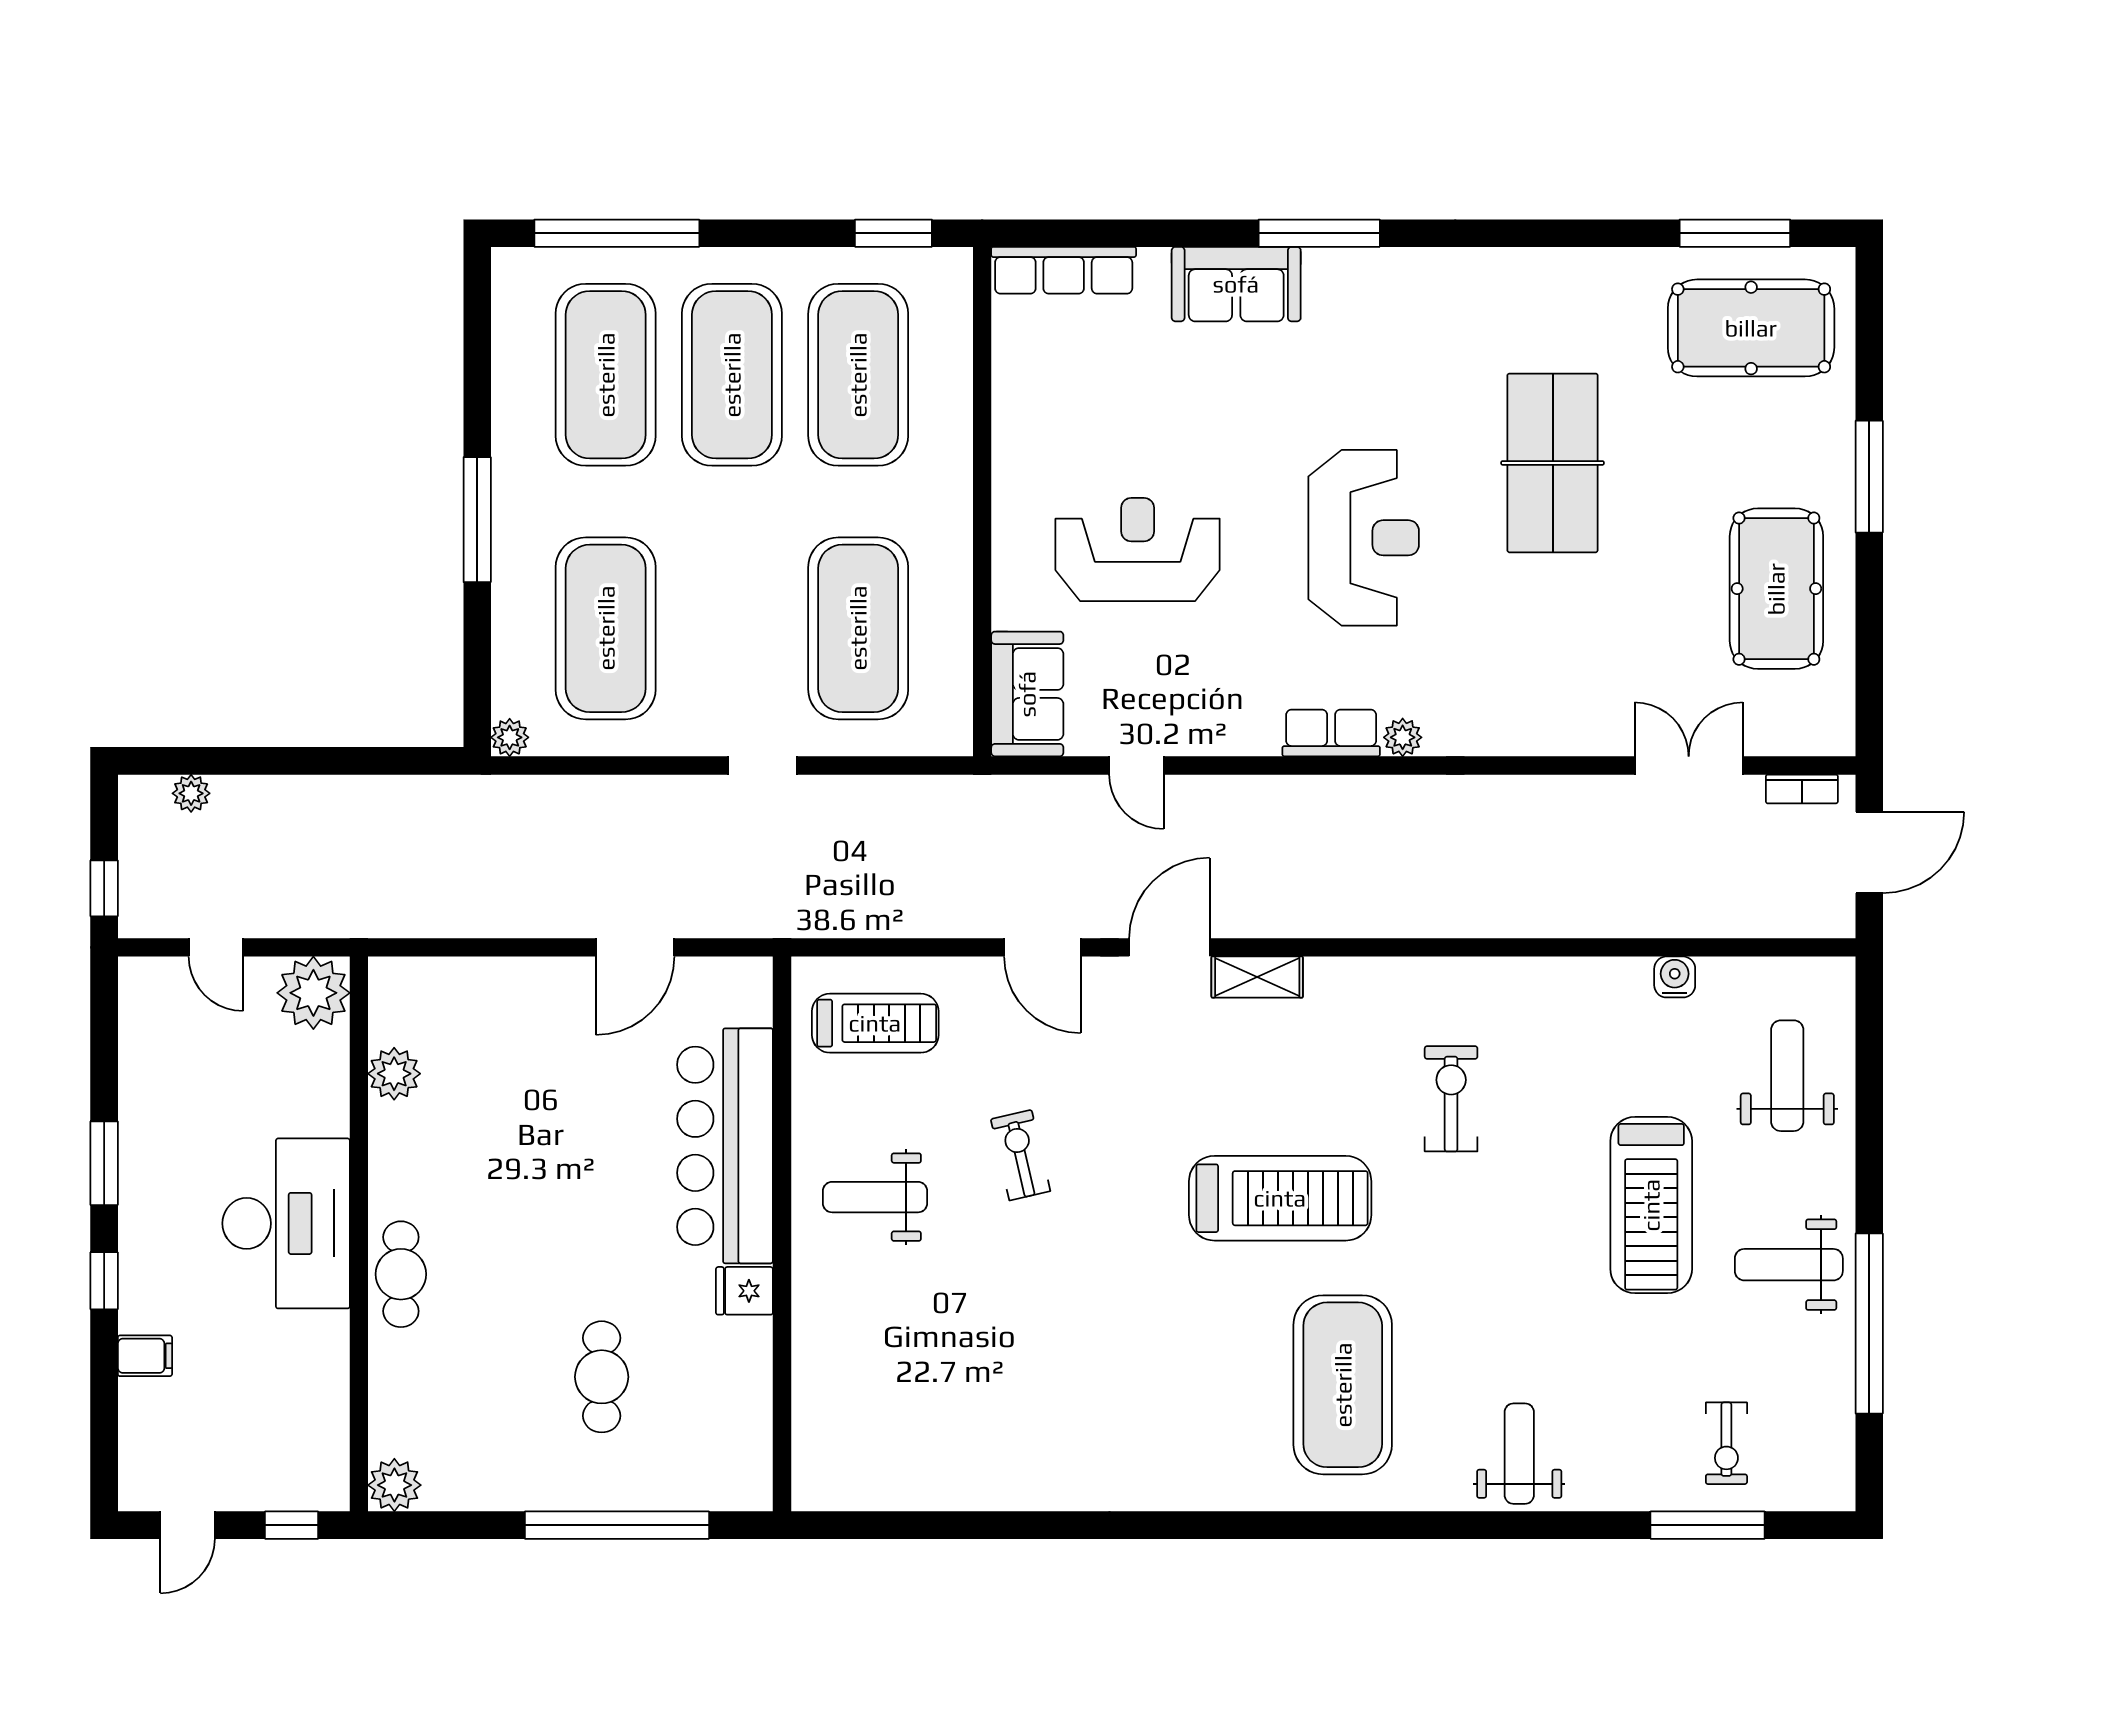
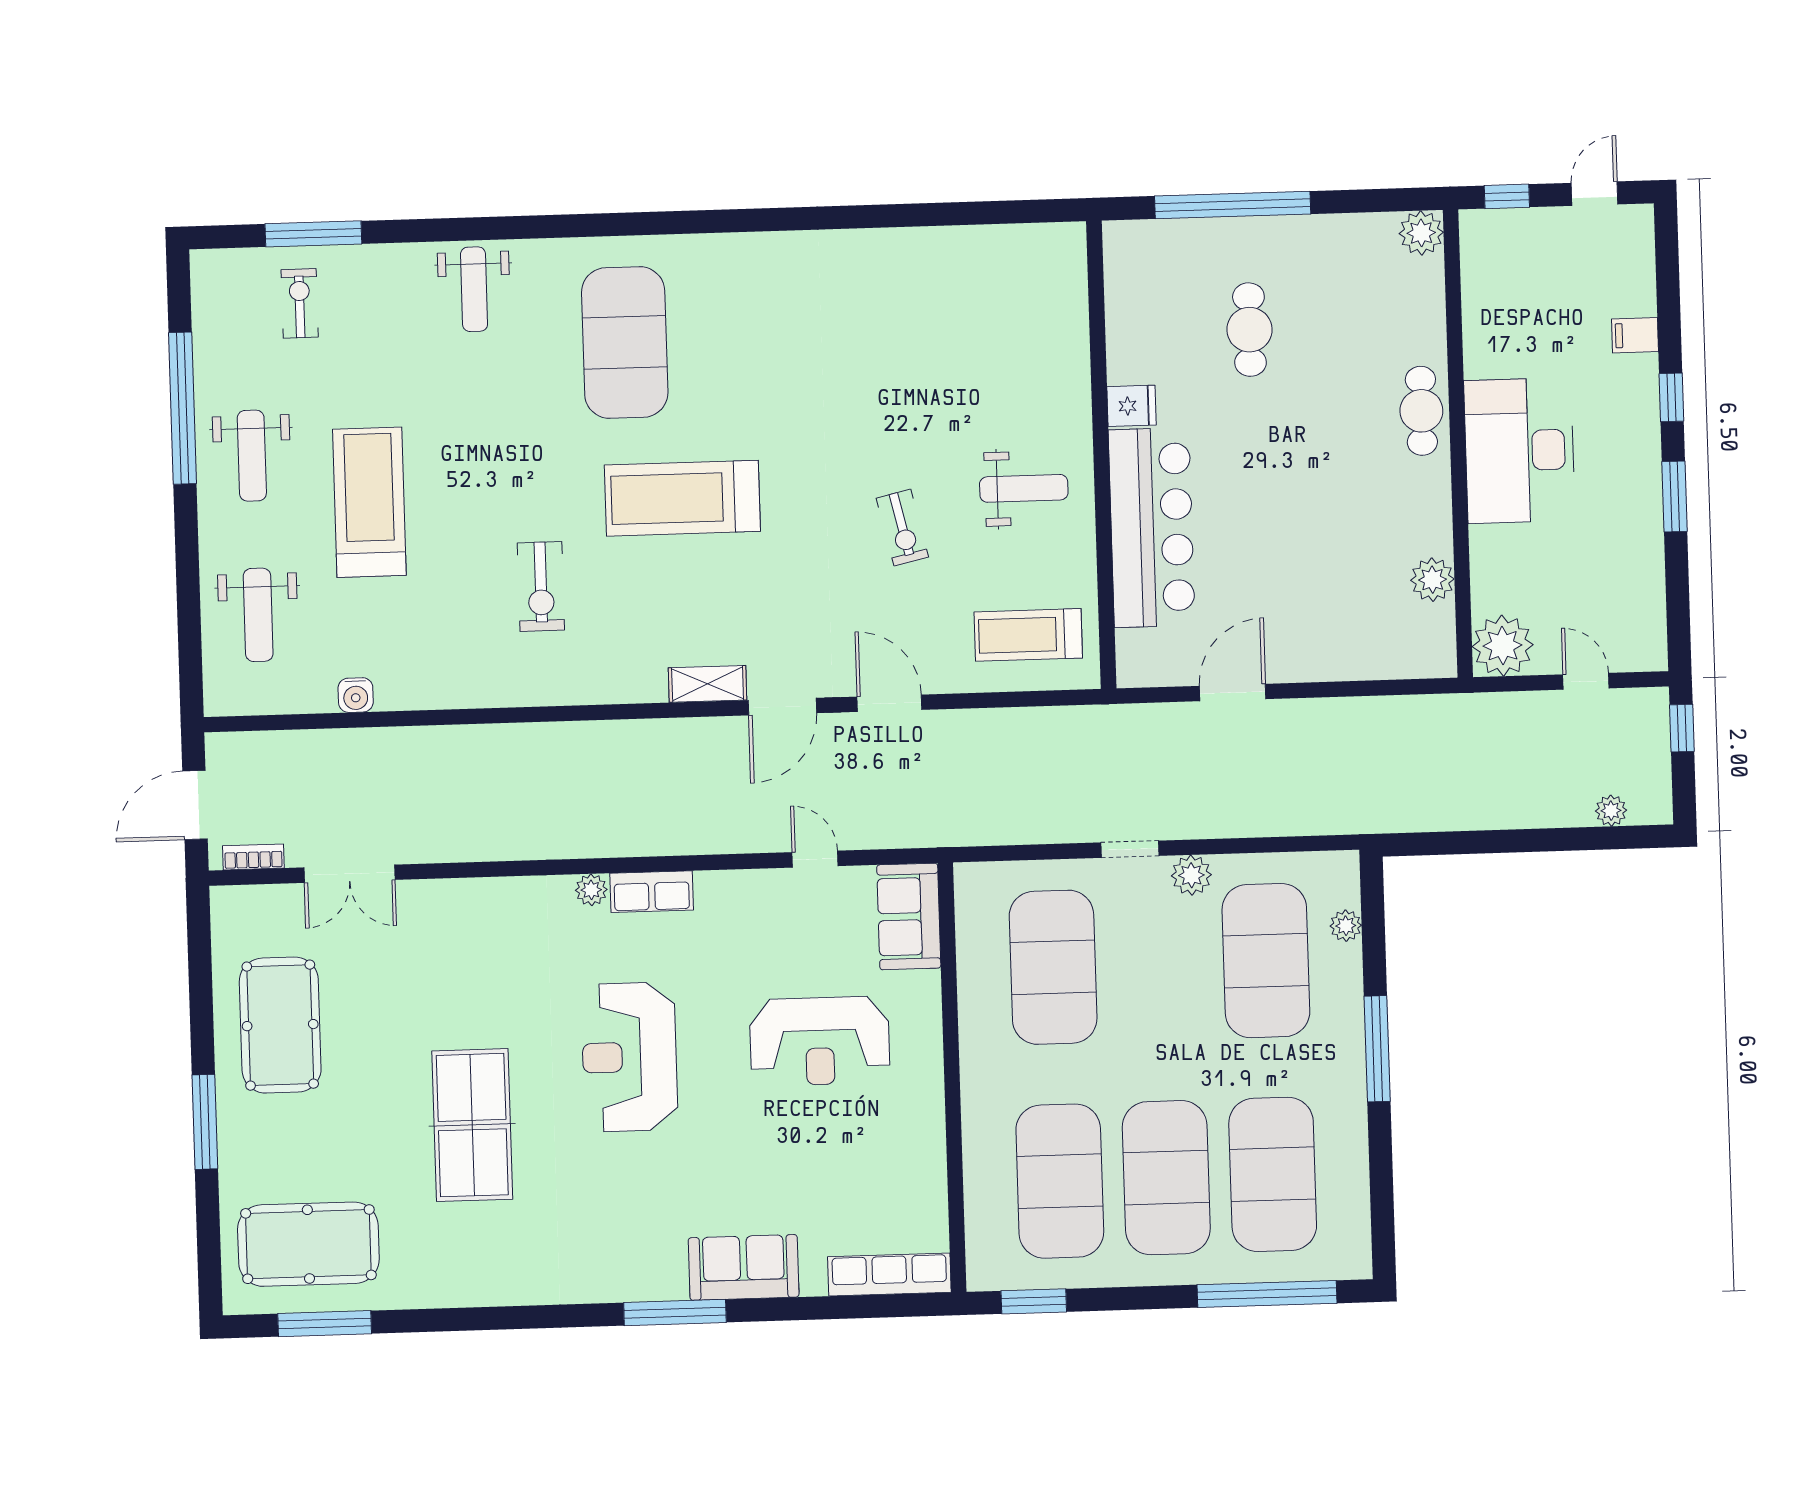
plant: (691, 732) -> (1191, 875), added
plant: (510, 737) -> (1346, 926), moved
weight bench: (1789, 1265) -> (252, 456), turned 90

